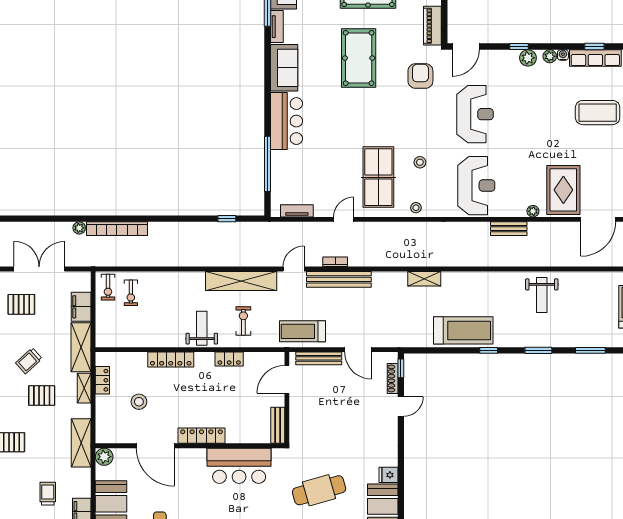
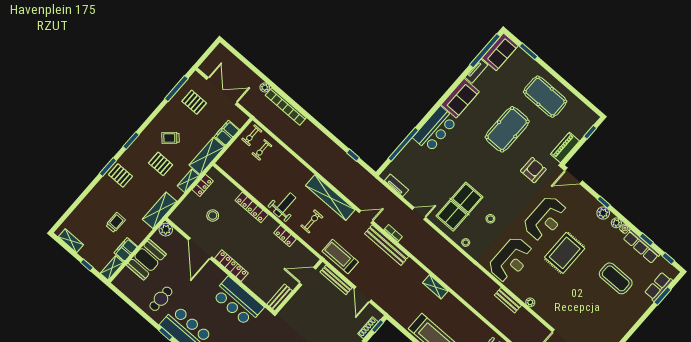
rug: (563, 190) -> (565, 253), moved

